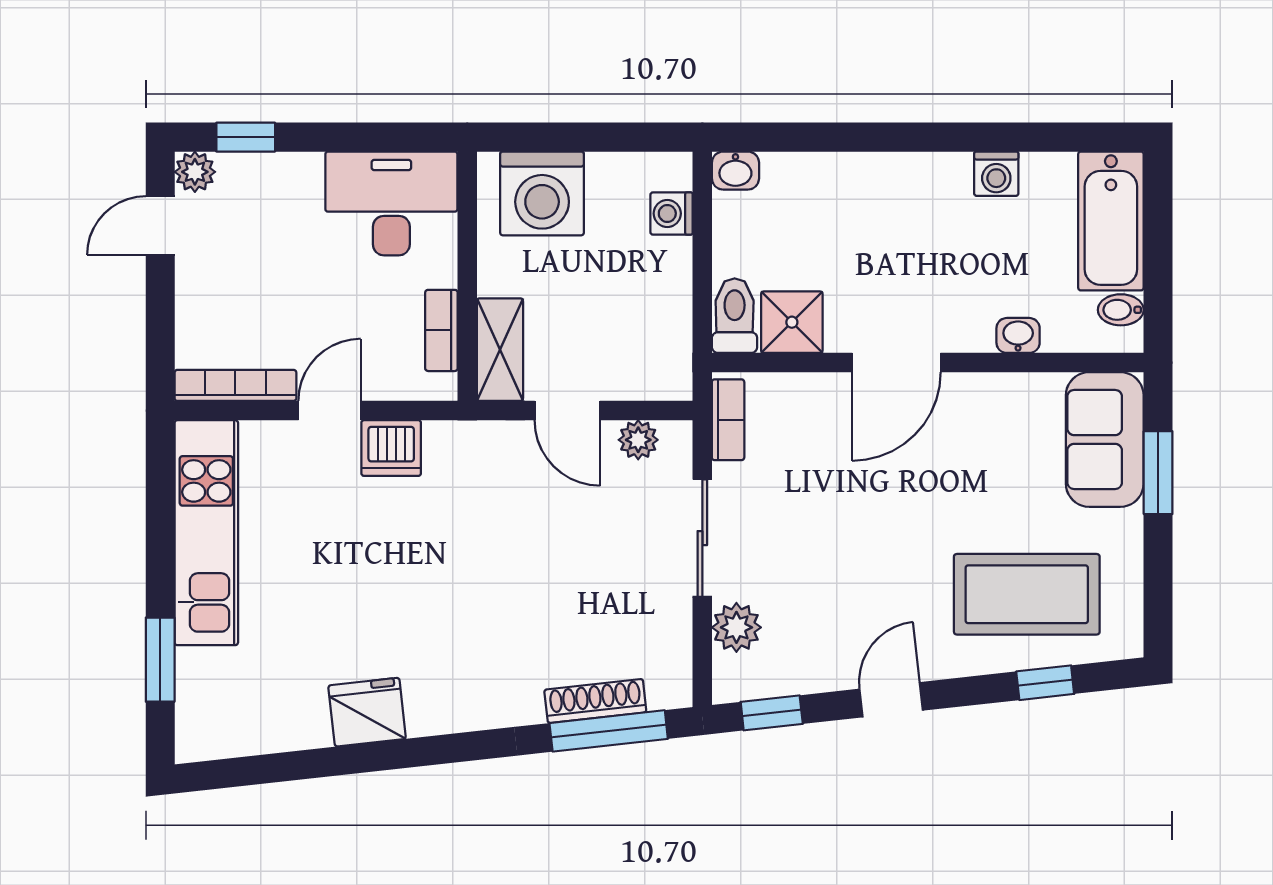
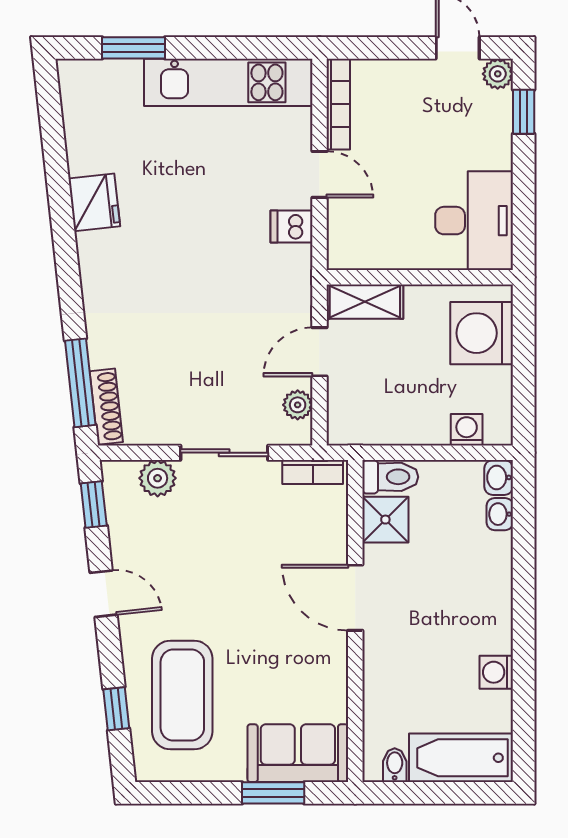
bookcase: (441, 330) -> (379, 258), removed
washbasin: (1018, 335) -> (500, 514), moved, turned 180
dishwasher: (391, 448) -> (291, 226), width x0.73
shoe rack: (595, 701) -> (106, 407), moved

